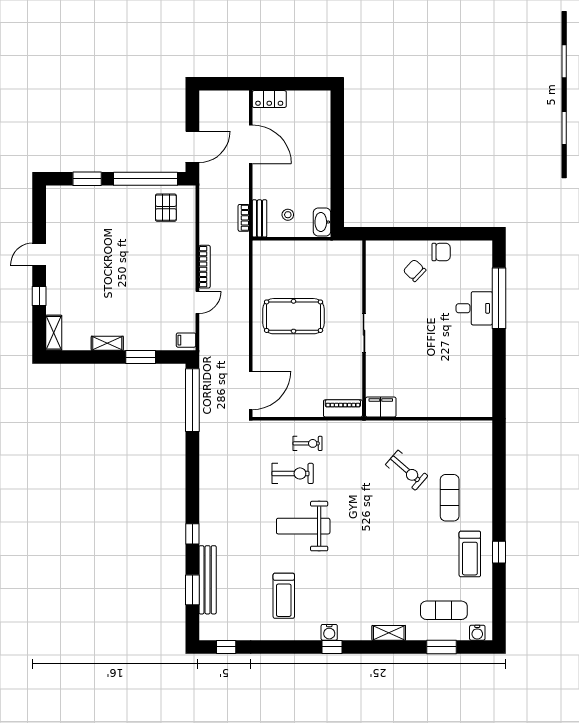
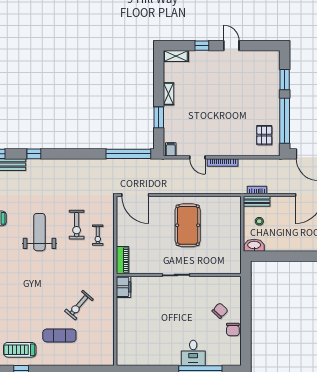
pallet: (166, 208) -> (264, 135), turned 90

